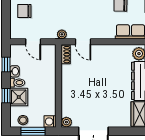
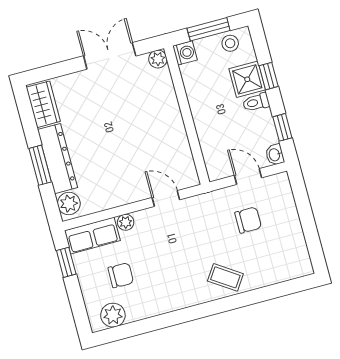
chair: (24, 11) -> (248, 220), moved
plant: (62, 34) -> (126, 222), moved
shoe rack: (66, 55) -> (189, 170), removed
washbasin: (15, 71) -> (275, 155), moved

